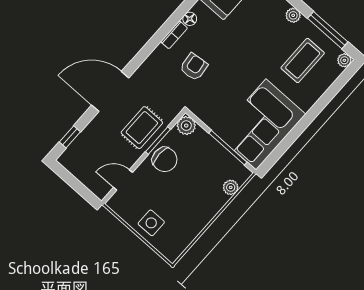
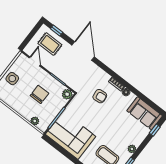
rug: (142, 128) -> (50, 44), moved
chair: (165, 159) -> (39, 94), moved, turned 180

